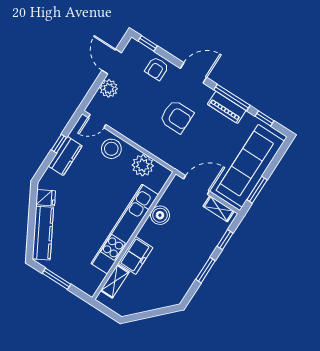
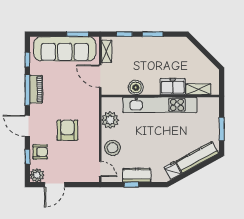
window: (148, 43) -> (27, 157), moved
plant: (109, 88) -> (37, 175), moved
armchair: (177, 117) -> (67, 130), moved

